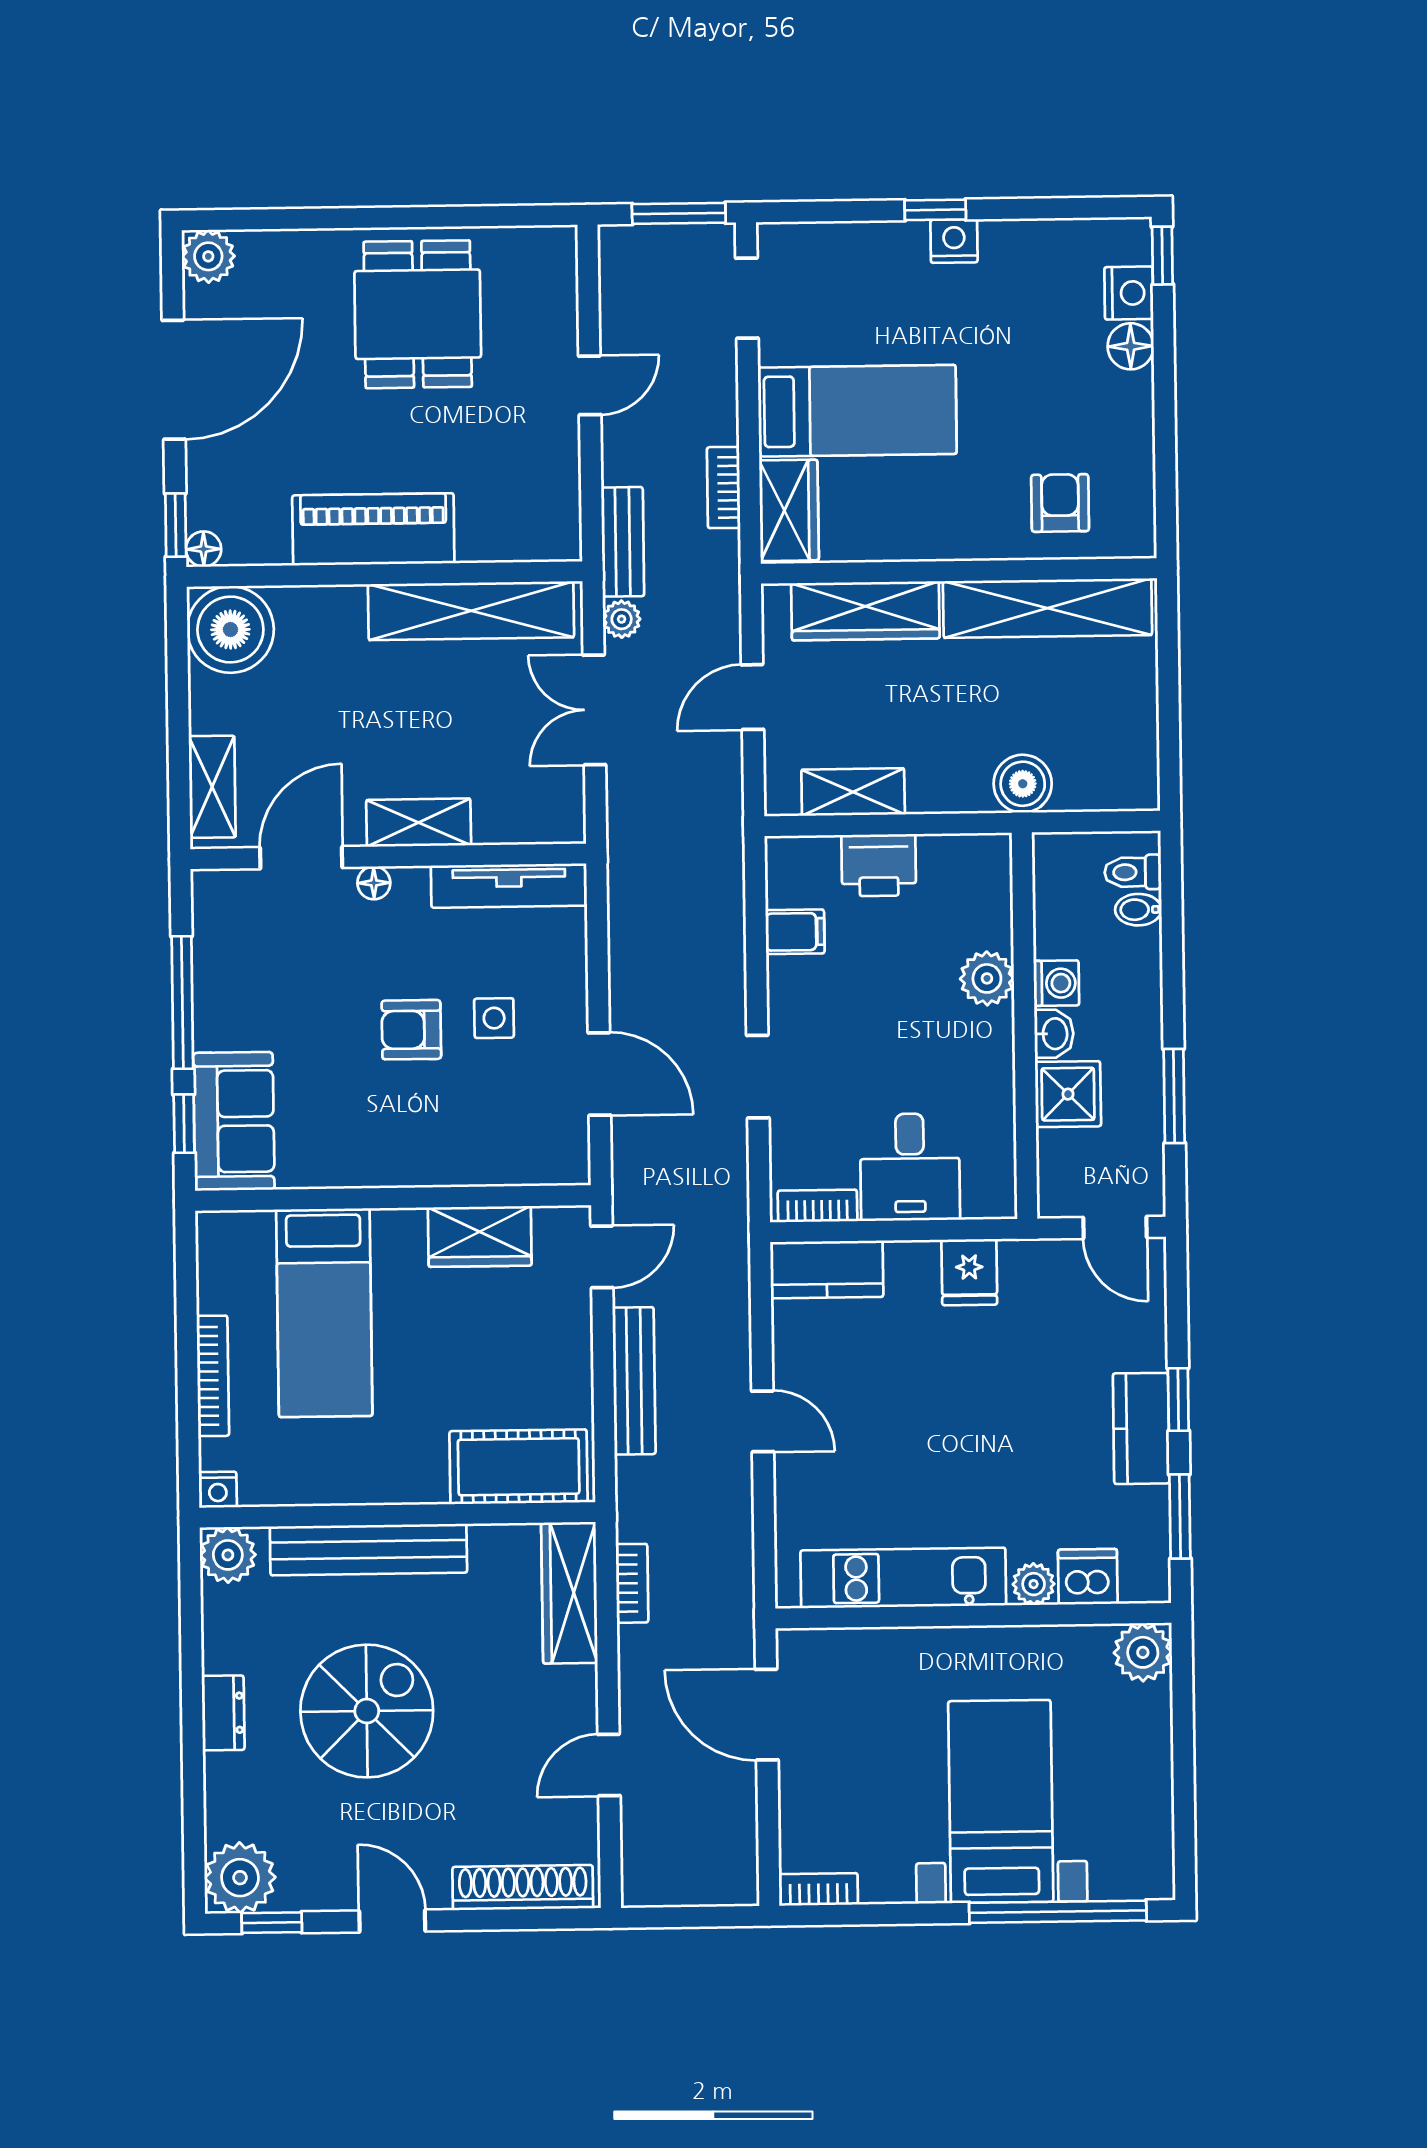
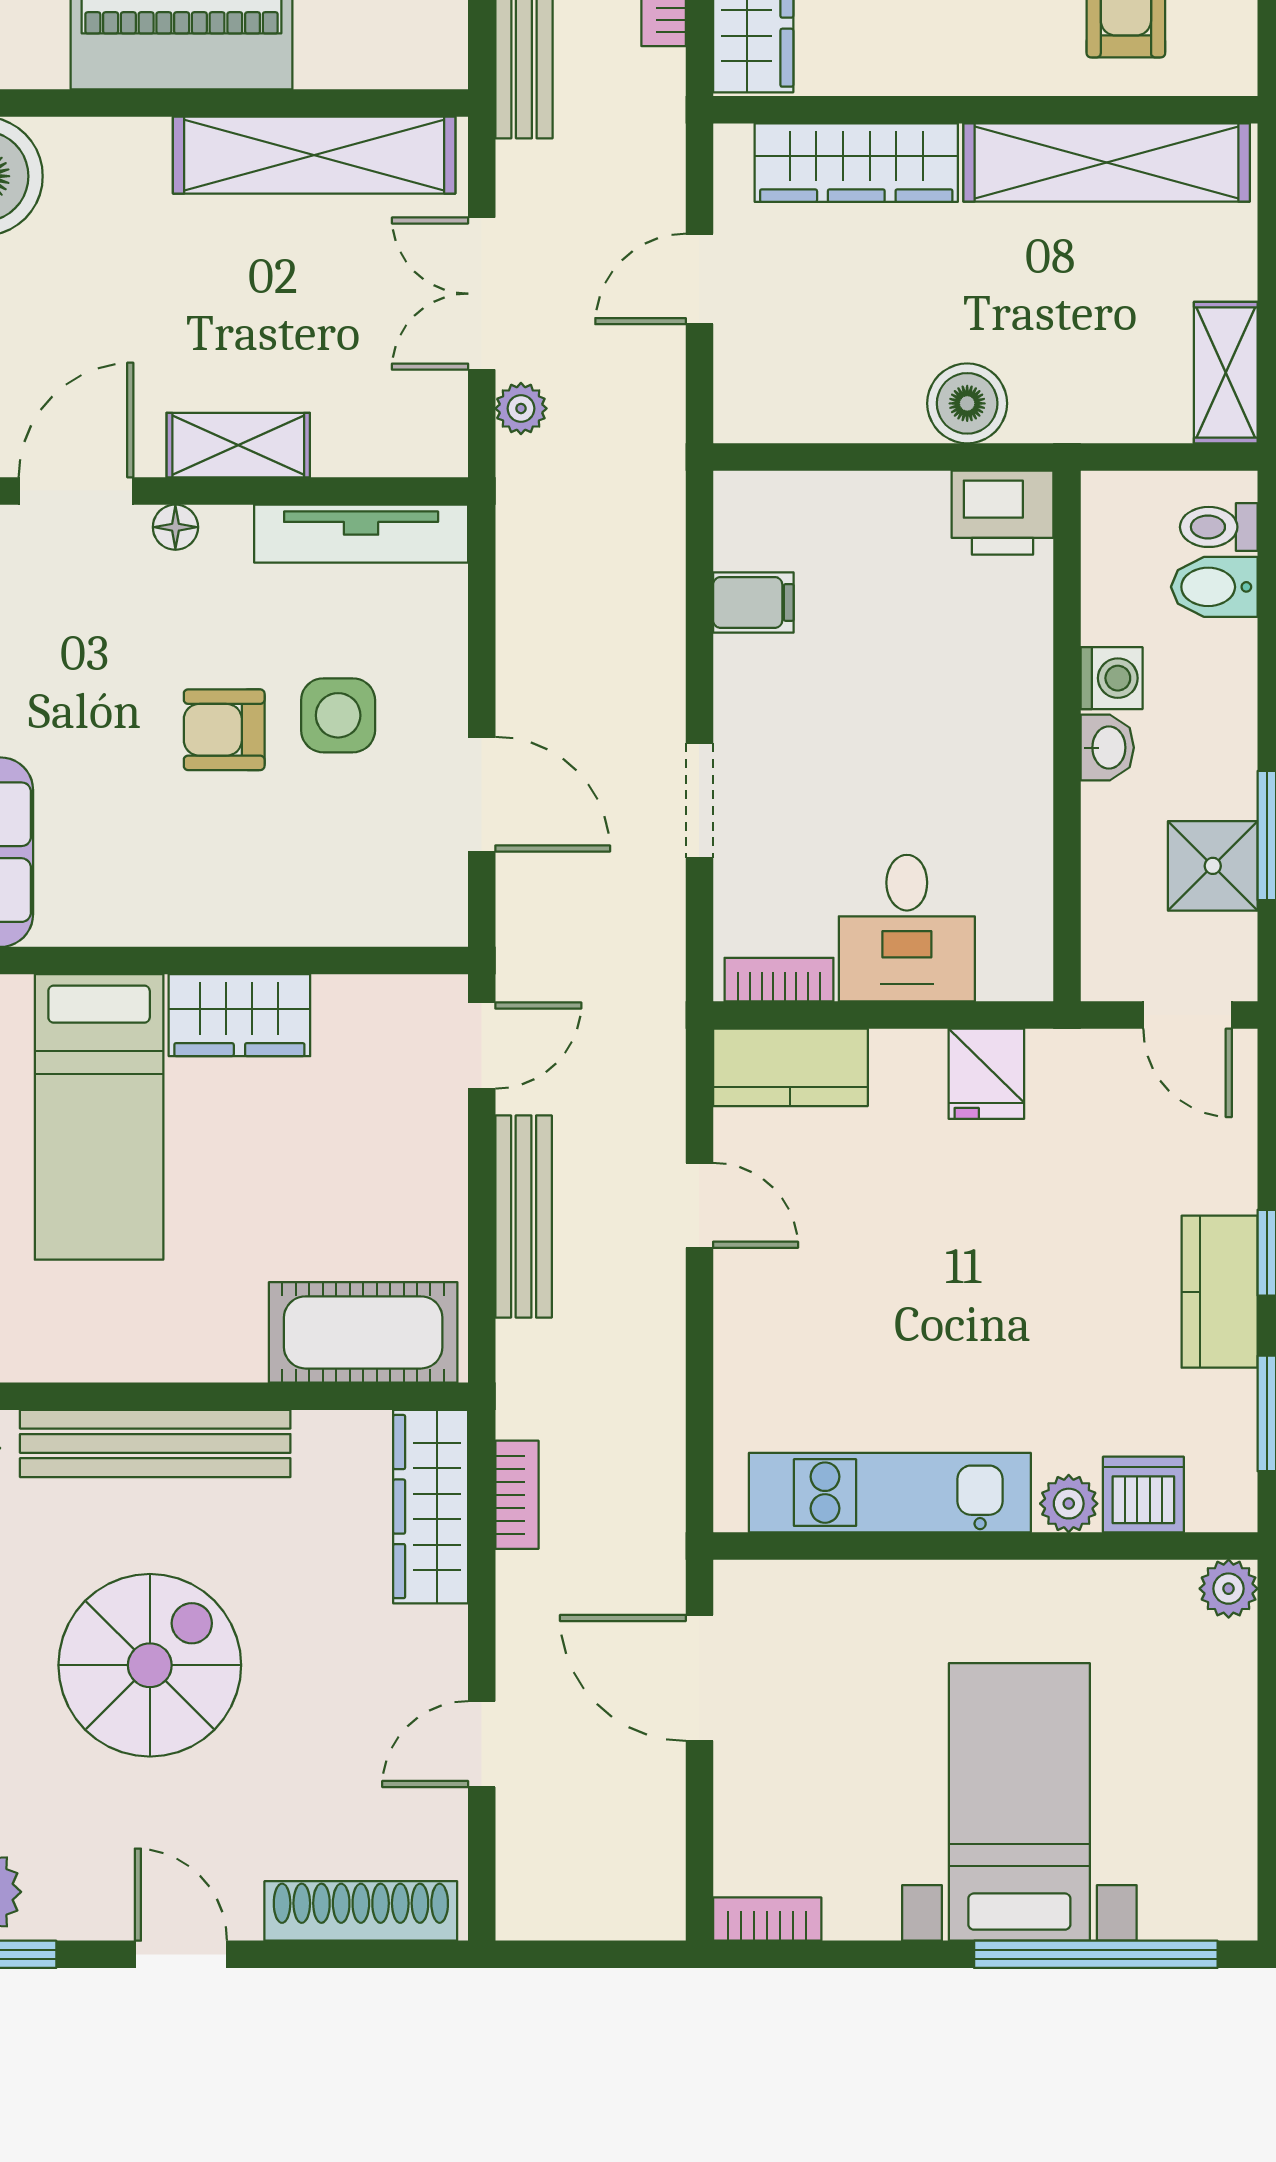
plant: (622, 619) -> (521, 408), moved
boiler: (1023, 784) -> (967, 403), moved
shelving: (853, 792) -> (1226, 373), moved, turned 90
printer: (879, 865) -> (1002, 513), moved
bidet: (1138, 910) -> (1214, 587), width x1.38, depth x1.36
plant: (987, 978) -> (1016, 670), removed
side table: (494, 1018) -> (338, 715), width x1.37, depth x1.37
shower: (1068, 1094) -> (1213, 866), moved
wardrobe: (480, 1236) -> (239, 1015), moved
door: (763, 1421) -> (699, 1205), moved
plant: (1143, 1652) -> (1229, 1589), width x0.73, depth x0.73

